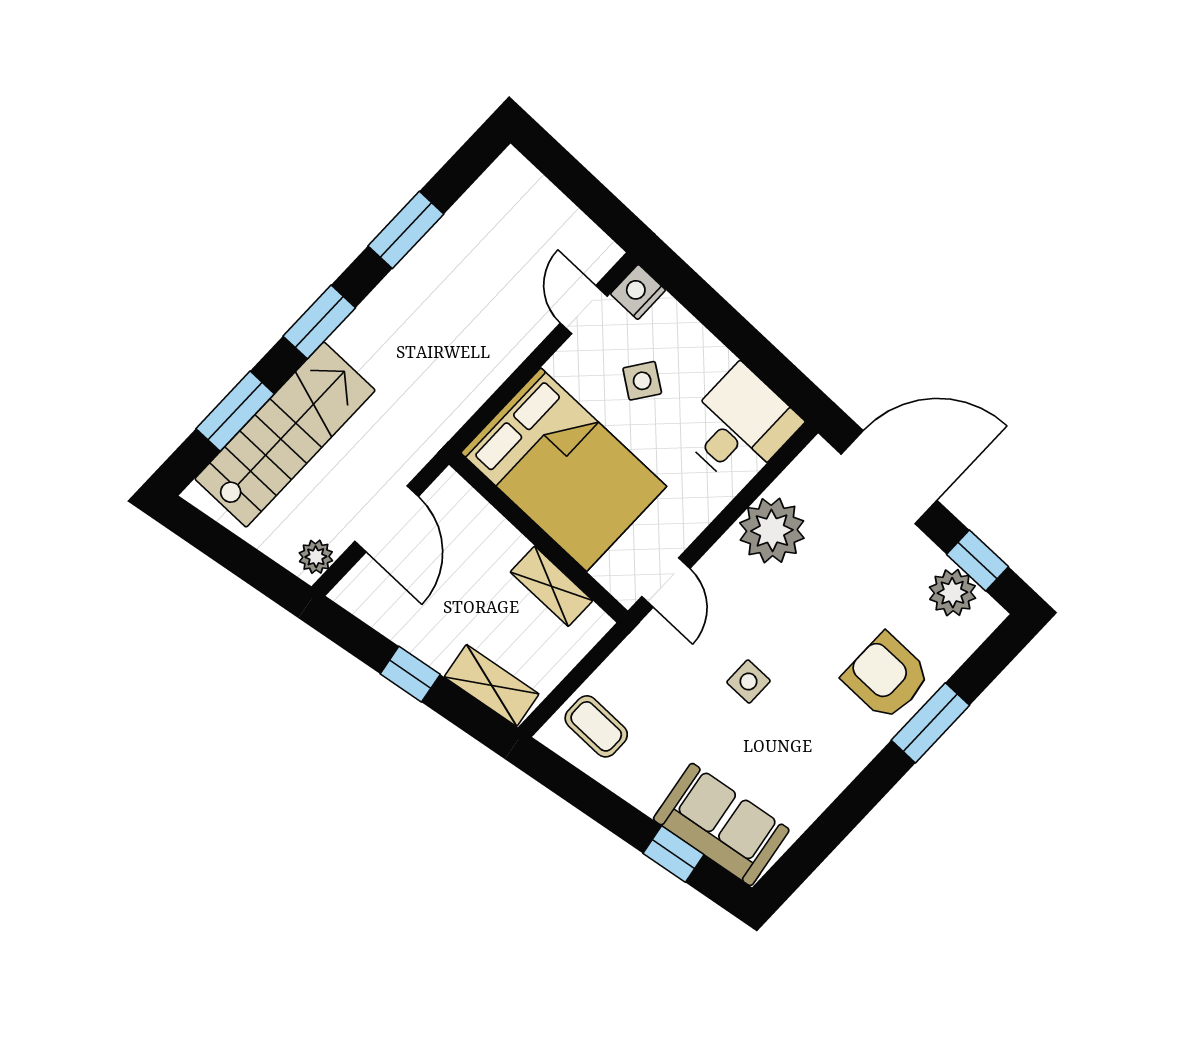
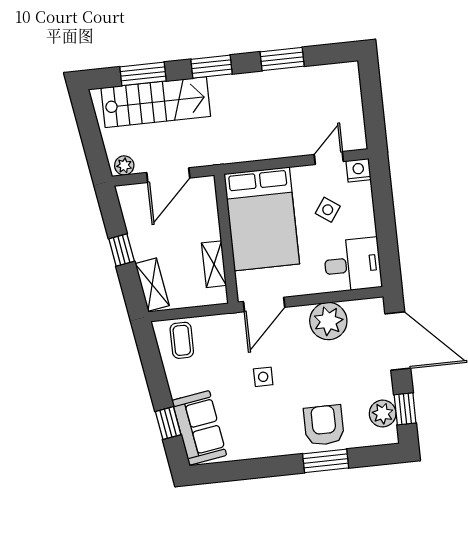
door: (666, 583) -> (264, 304), width x1.38

